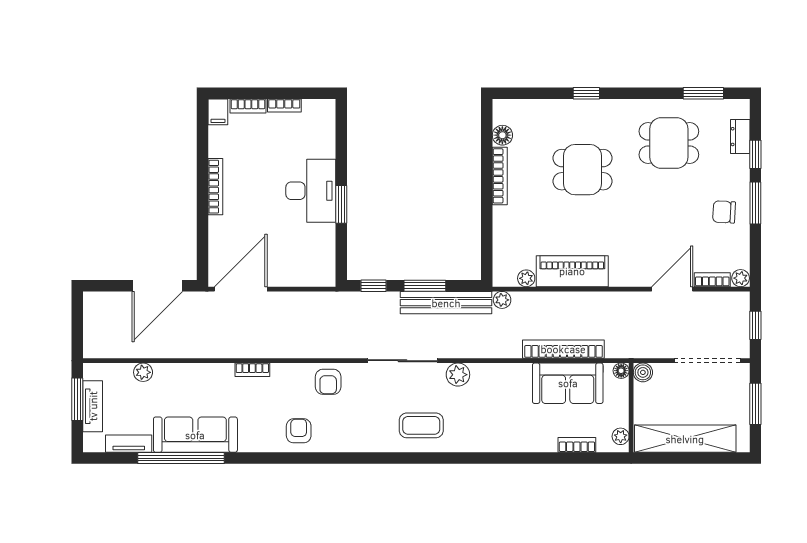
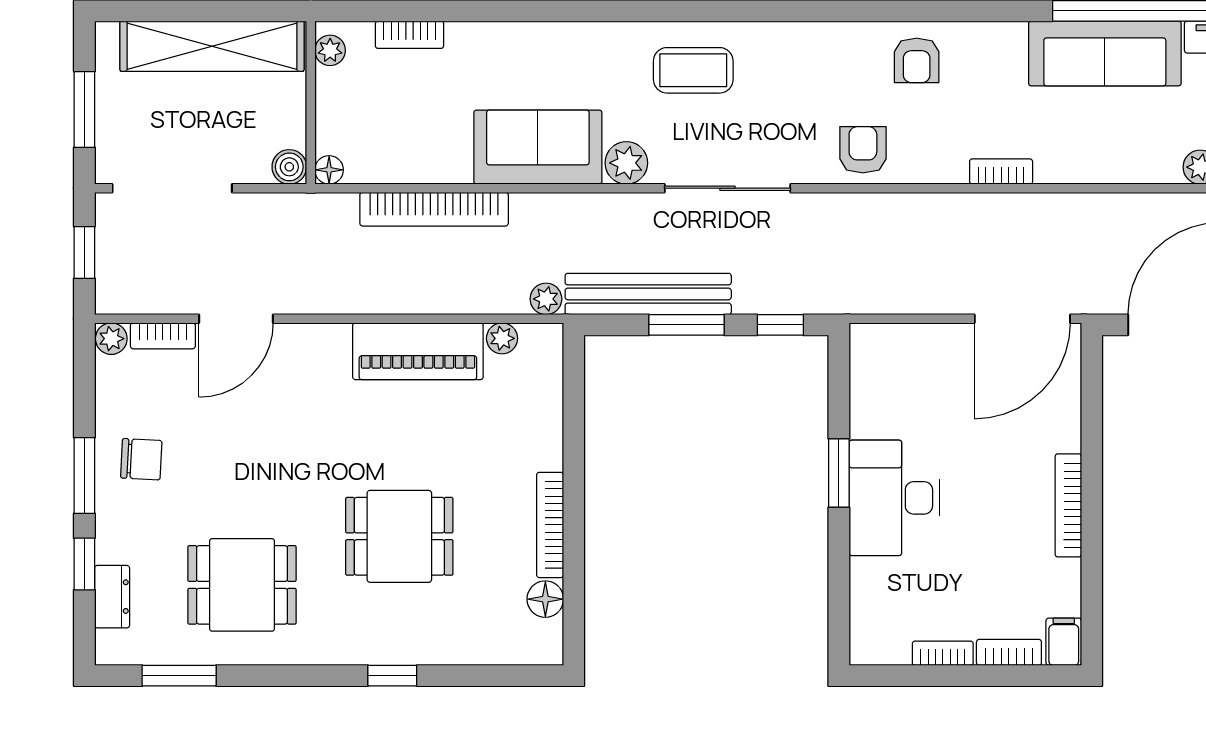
sofa: (568, 383) -> (538, 147), moved

